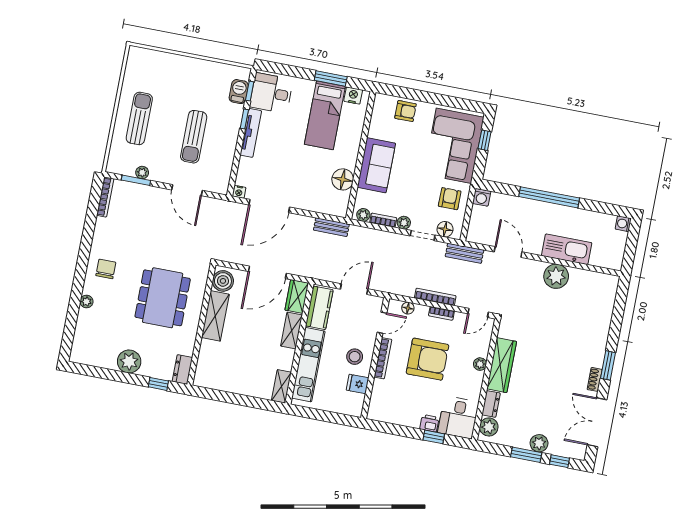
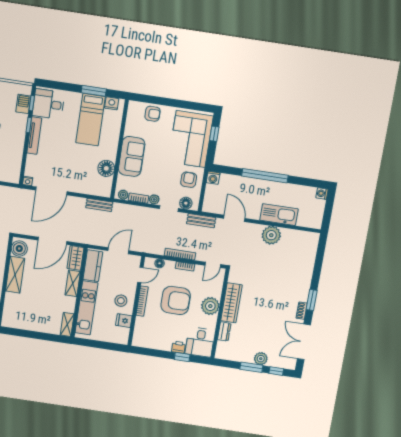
plant: (480, 364) -> (210, 306), width x1.87, depth x1.87
plant: (489, 427) -> (223, 348), removed

